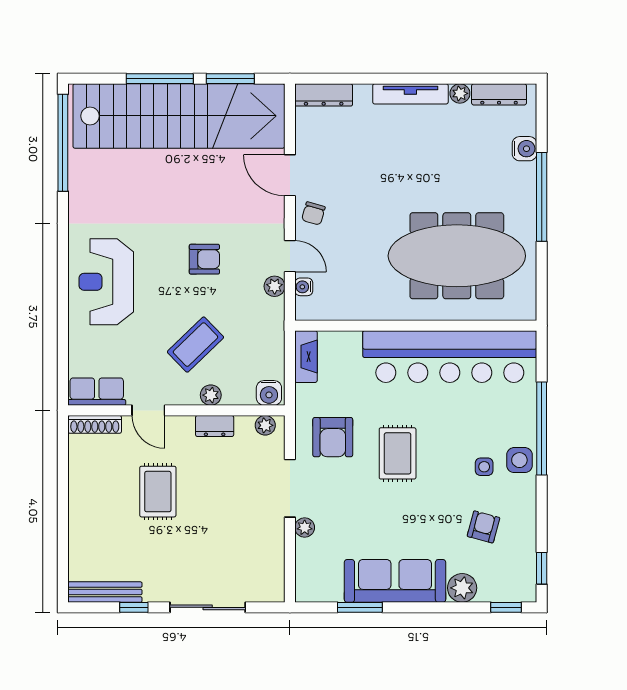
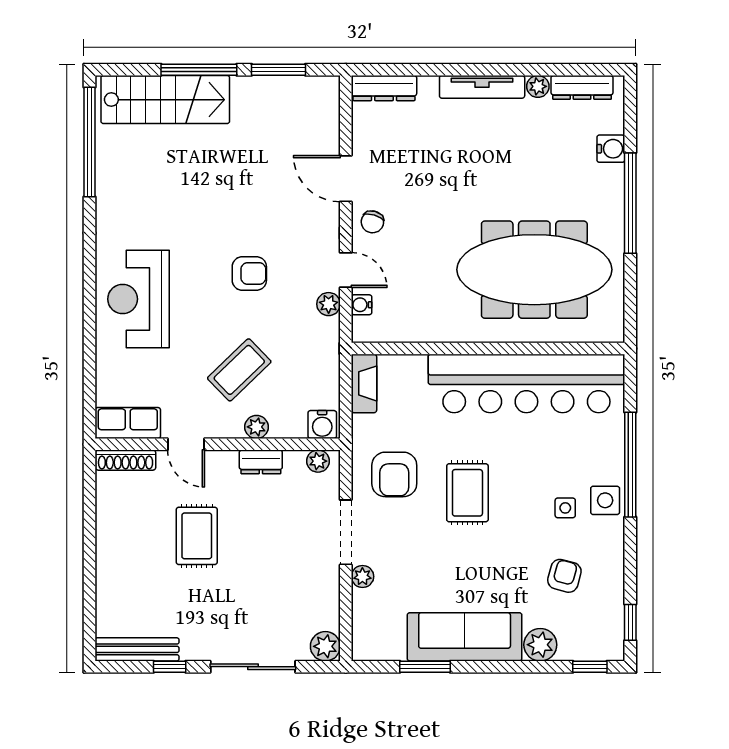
stairs: (179, 116) -> (165, 100), width x0.54, depth x0.66
plant: (272, 589) -> (325, 646), added

